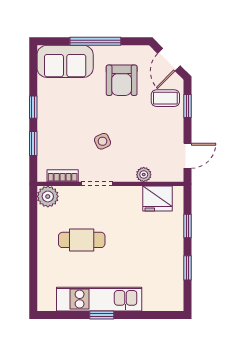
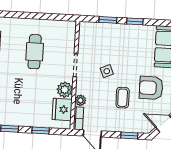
coffee table: (165, 98) -> (123, 98), moved
bookcase: (63, 176) -> (78, 118), moved
plant: (48, 196) -> (65, 90), moved

